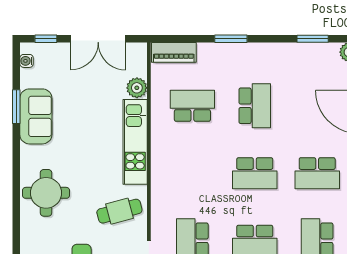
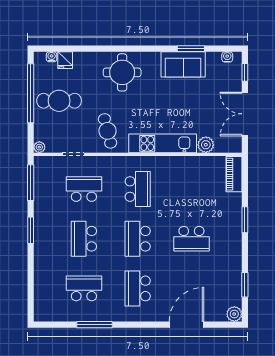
school desk: (192, 106) -> (138, 189), moved

